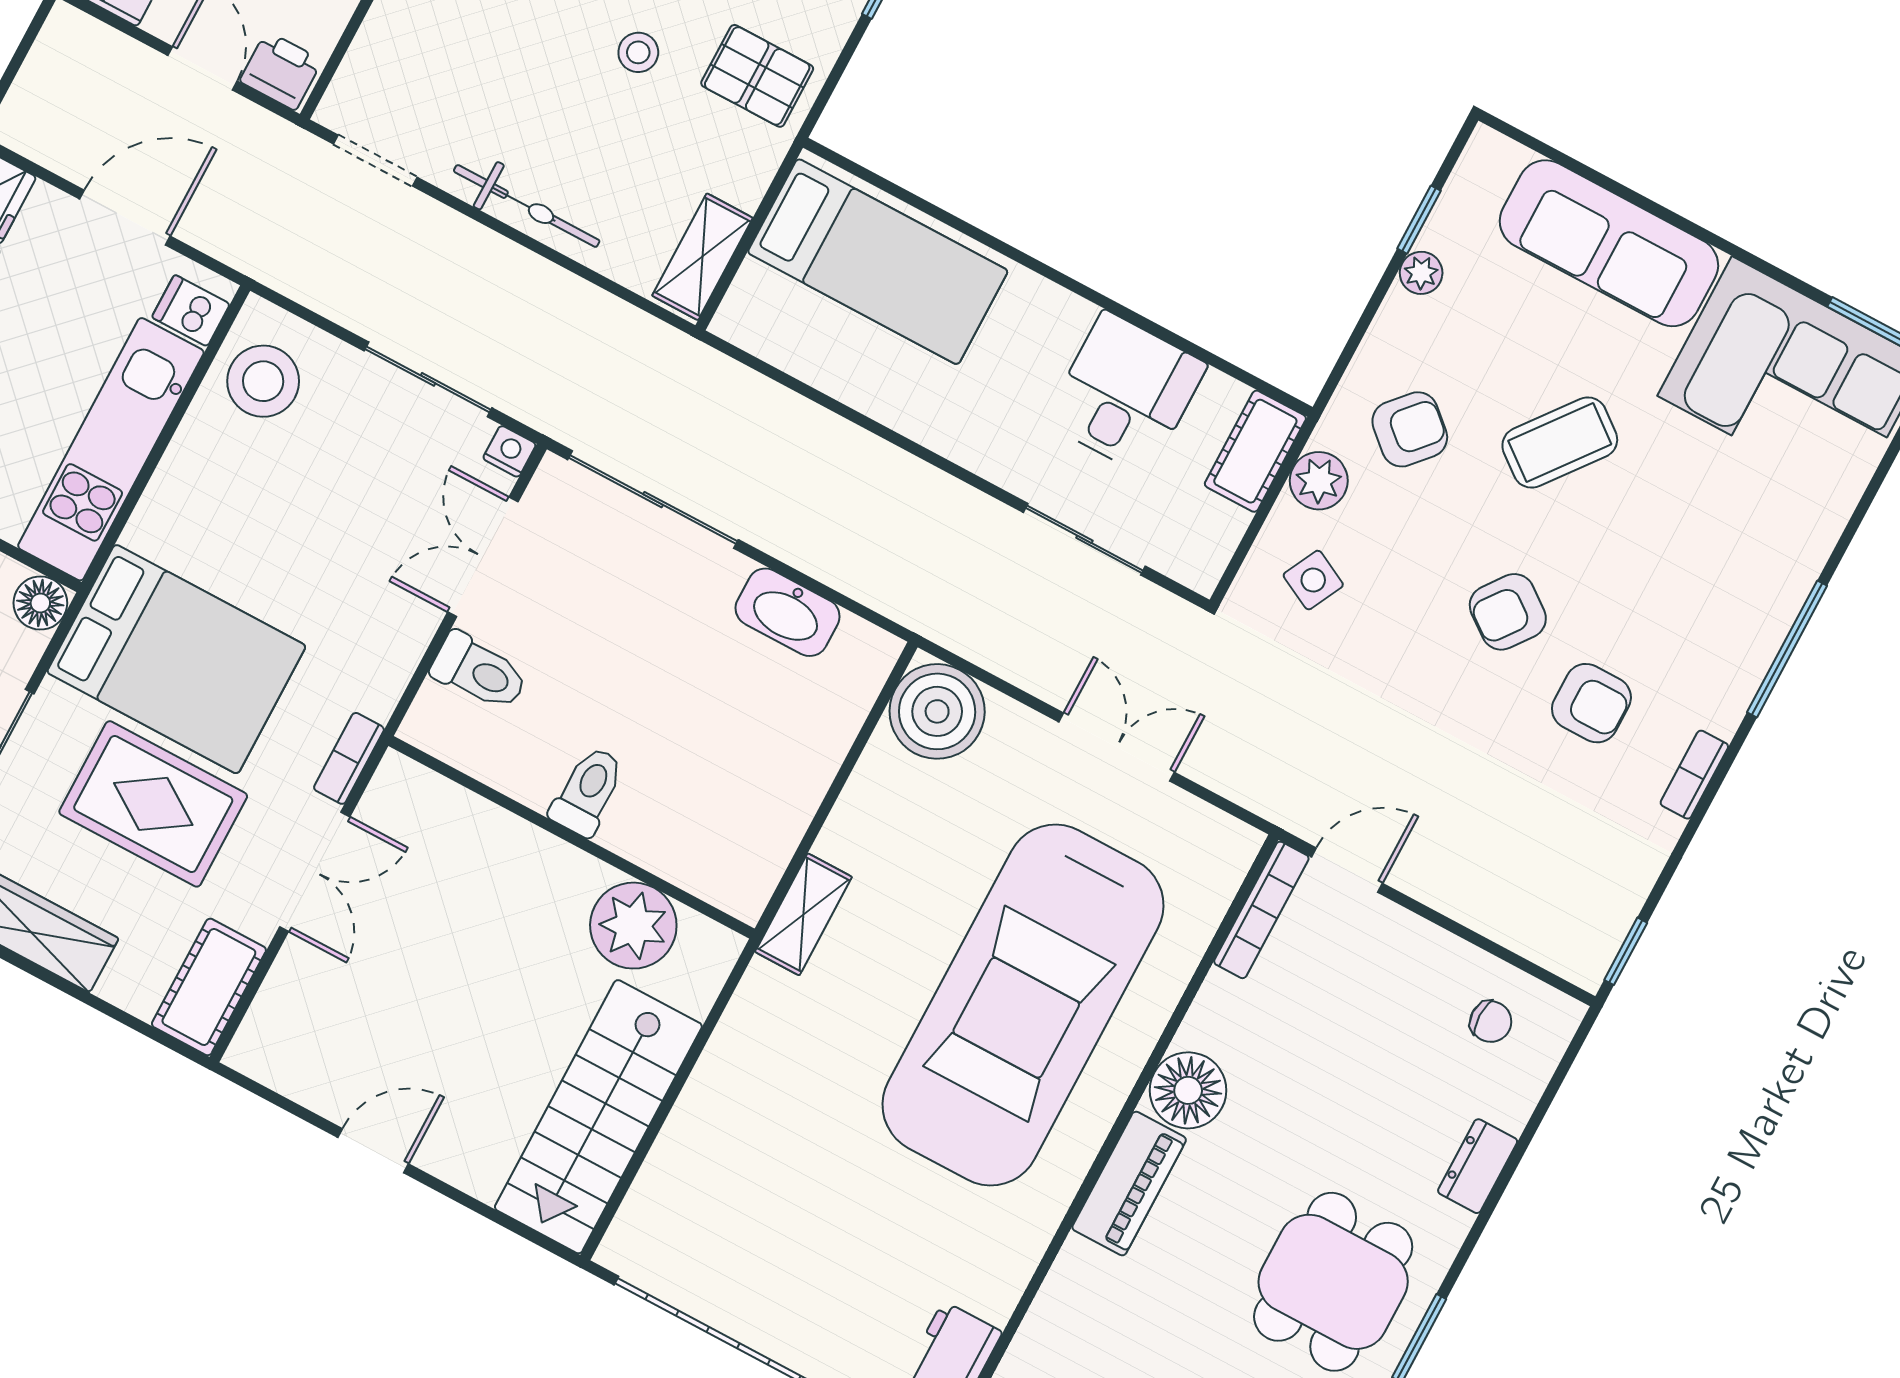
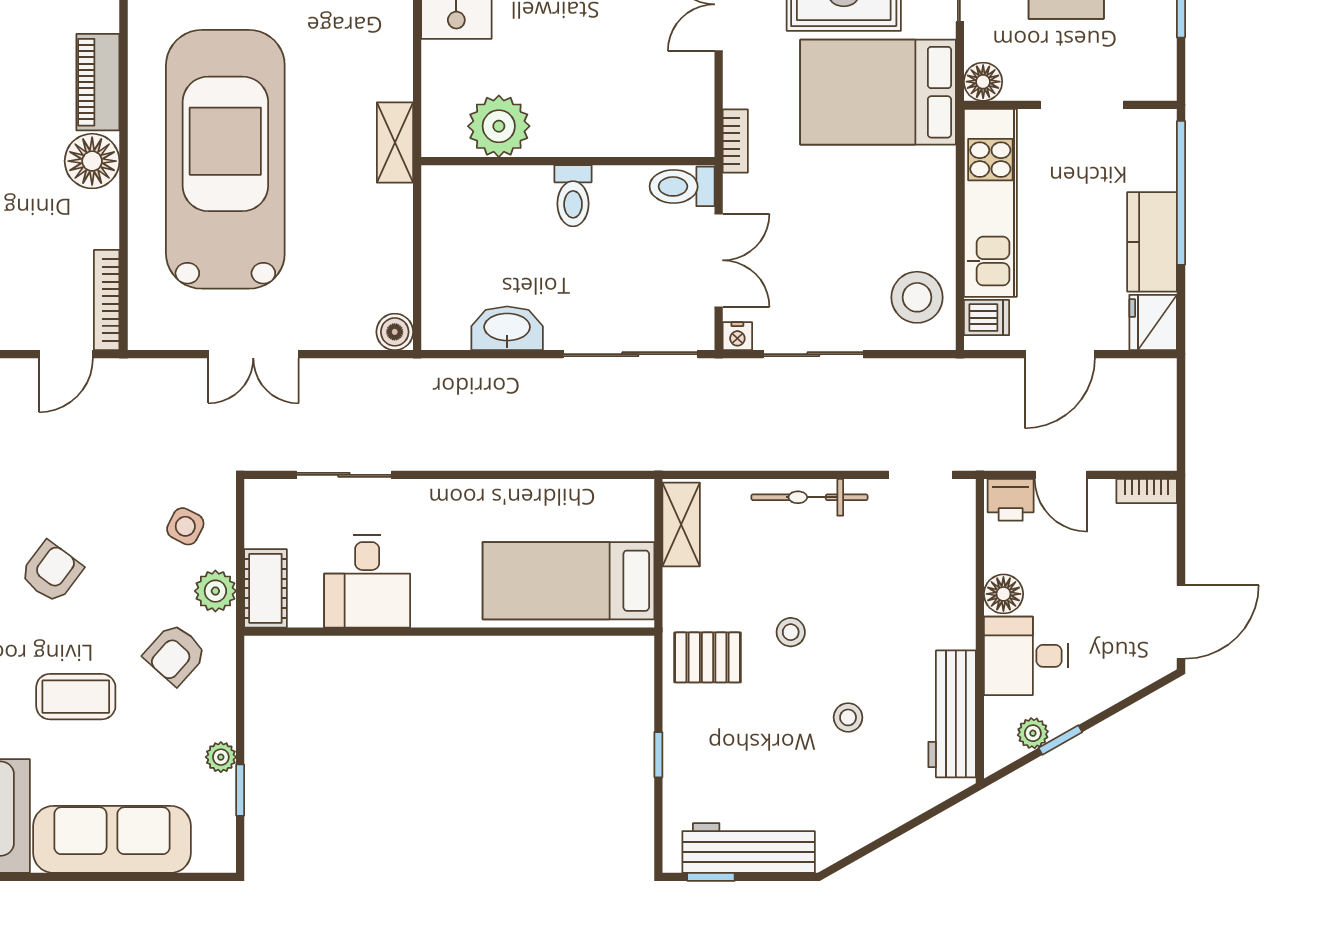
coffee table: (1560, 443) -> (76, 697), turned 52
boiler: (937, 711) -> (395, 332), width x0.54, depth x0.54
bookcase: (349, 758) -> (735, 141), moved
toilet: (588, 791) -> (573, 196), moved
wall: (571, 837) -> (568, 161), moved
plant: (633, 926) -> (499, 126), moved

